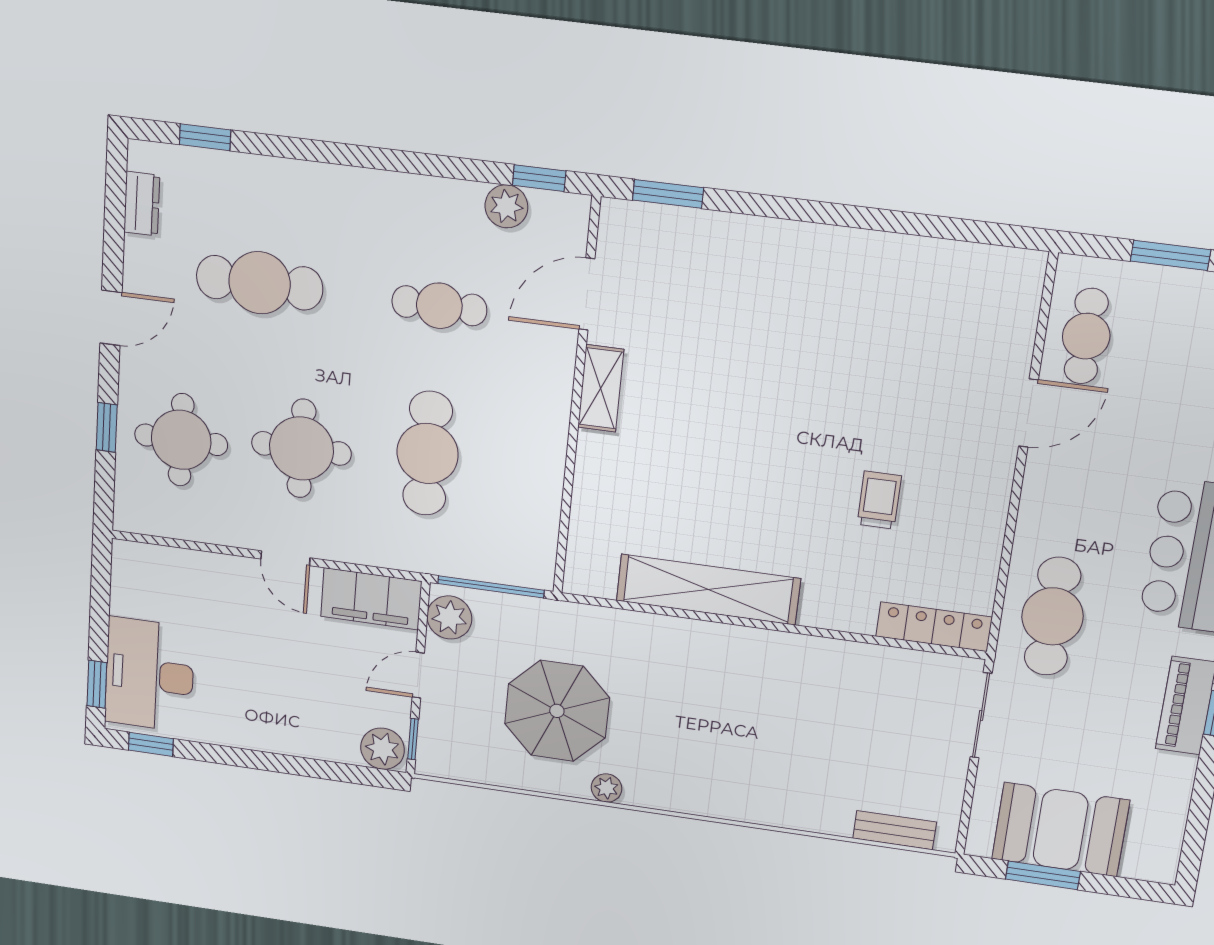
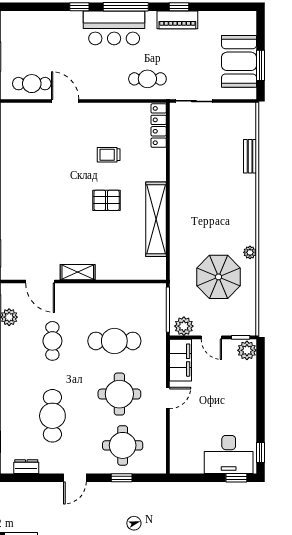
door: (111, 318) -> (75, 478), swing flipped
pallet: (768, 480) -> (107, 200), added
cafe table: (1052, 616) -> (147, 79), width x0.73, depth x0.74
bench: (895, 830) -> (250, 156), moved

